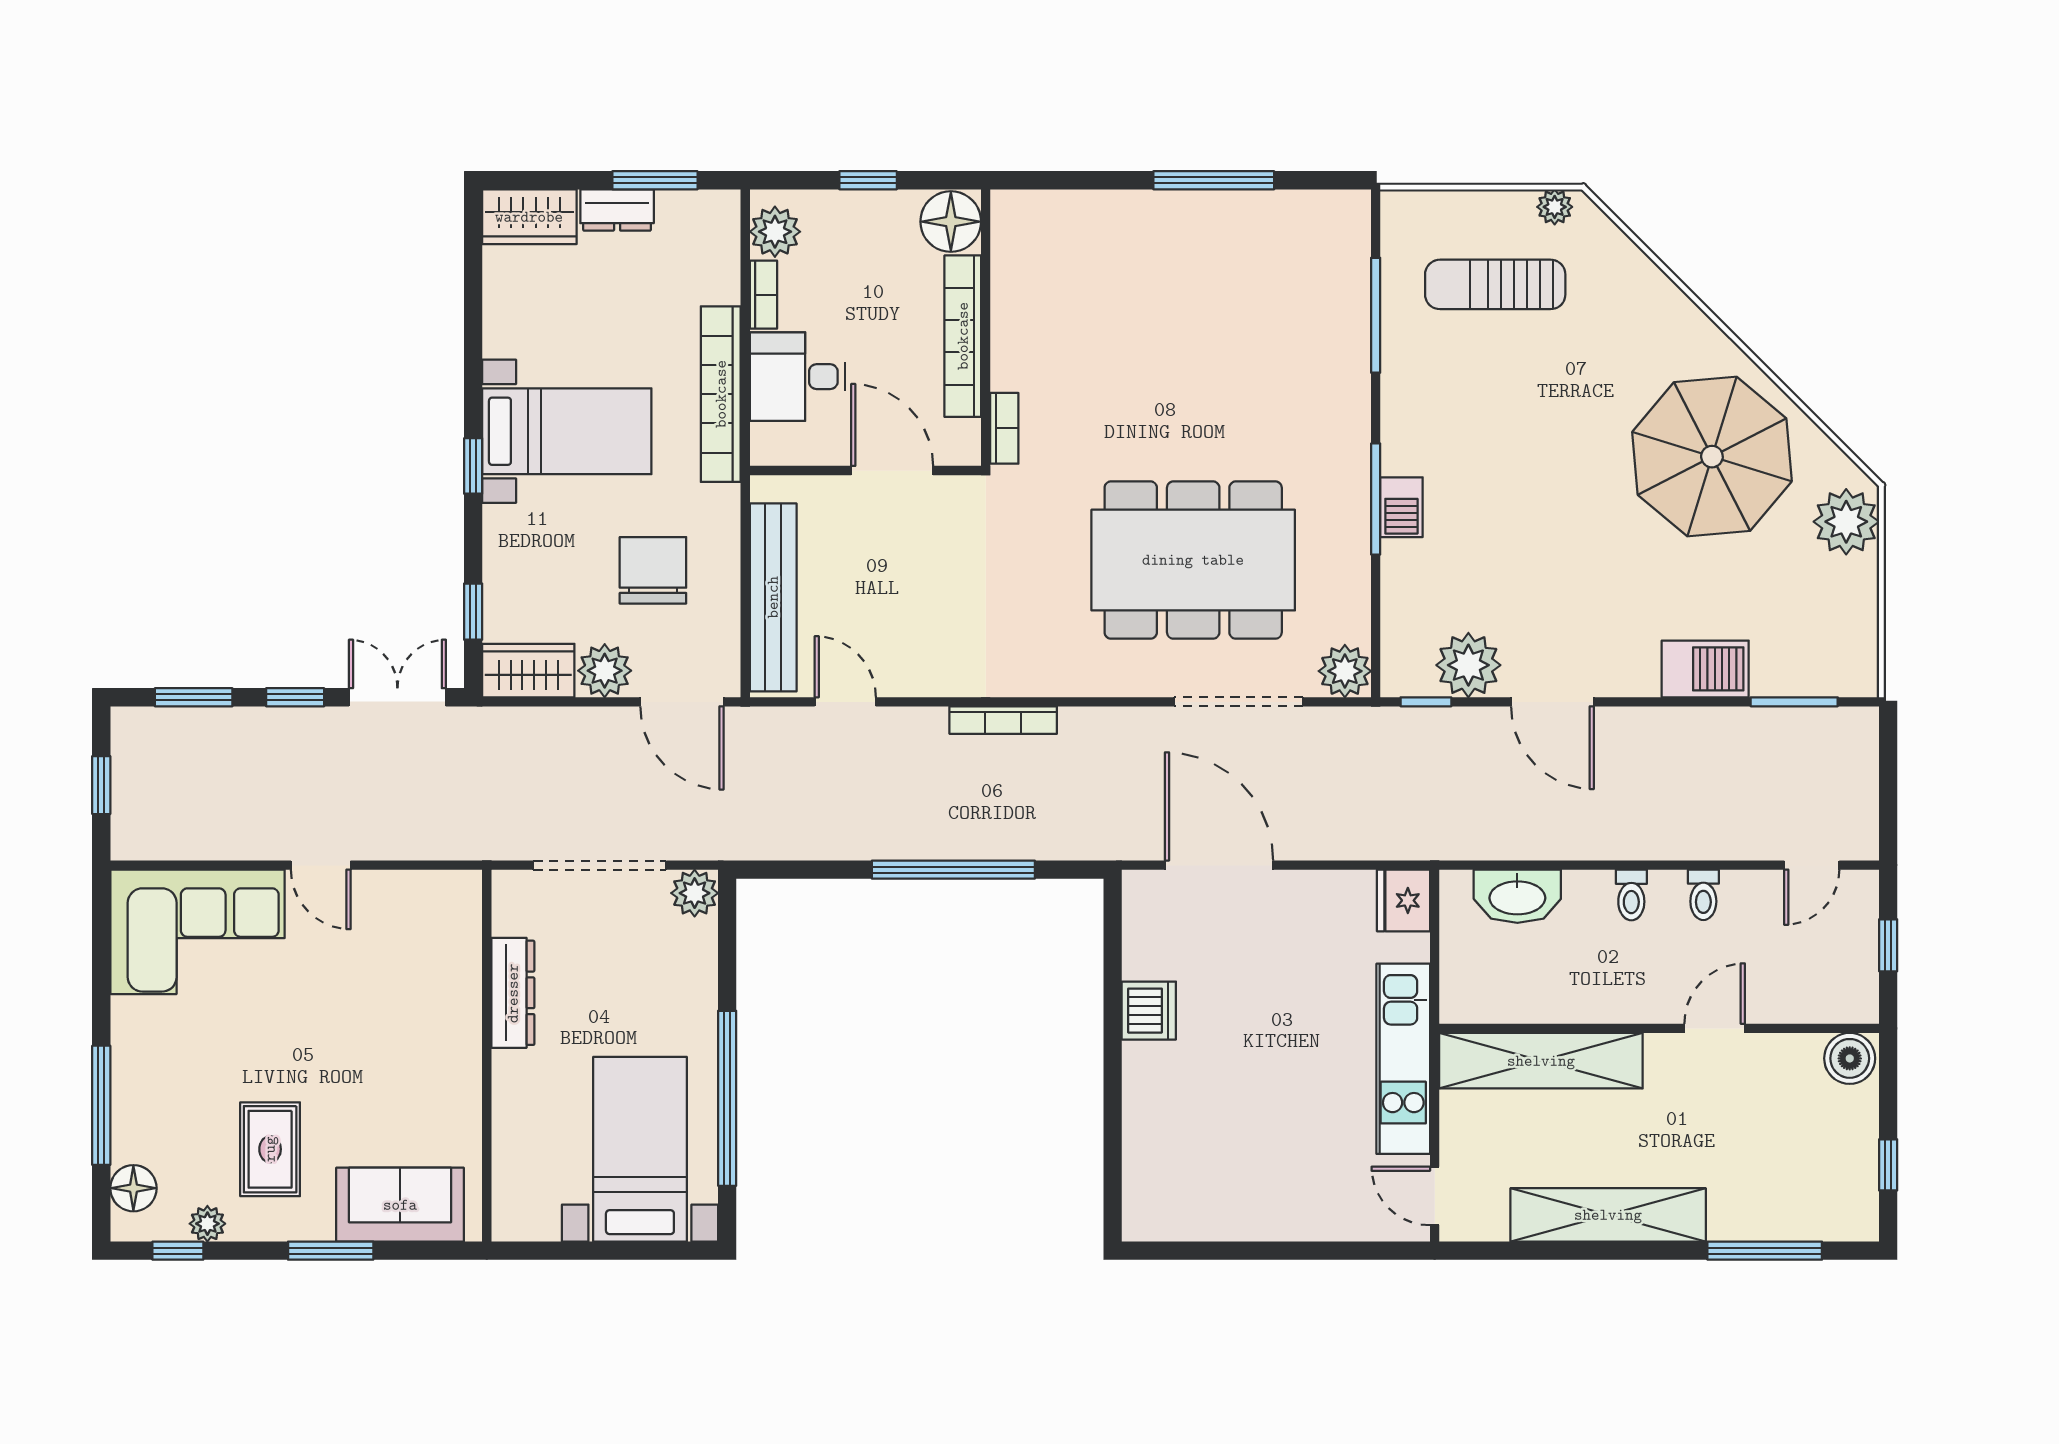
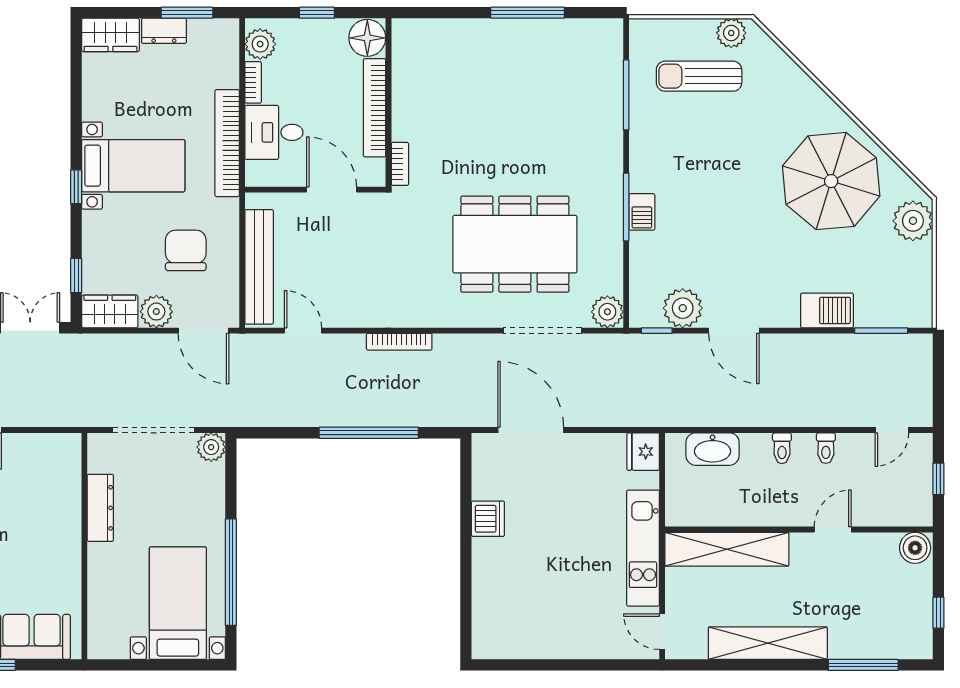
plant: (1555, 207) -> (731, 33), width x1.38, depth x1.38

